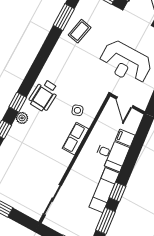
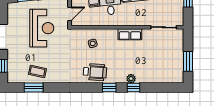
plant: (22, 118) -> (131, 79), moved
row of seats: (75, 139) -> (130, 34), moved

